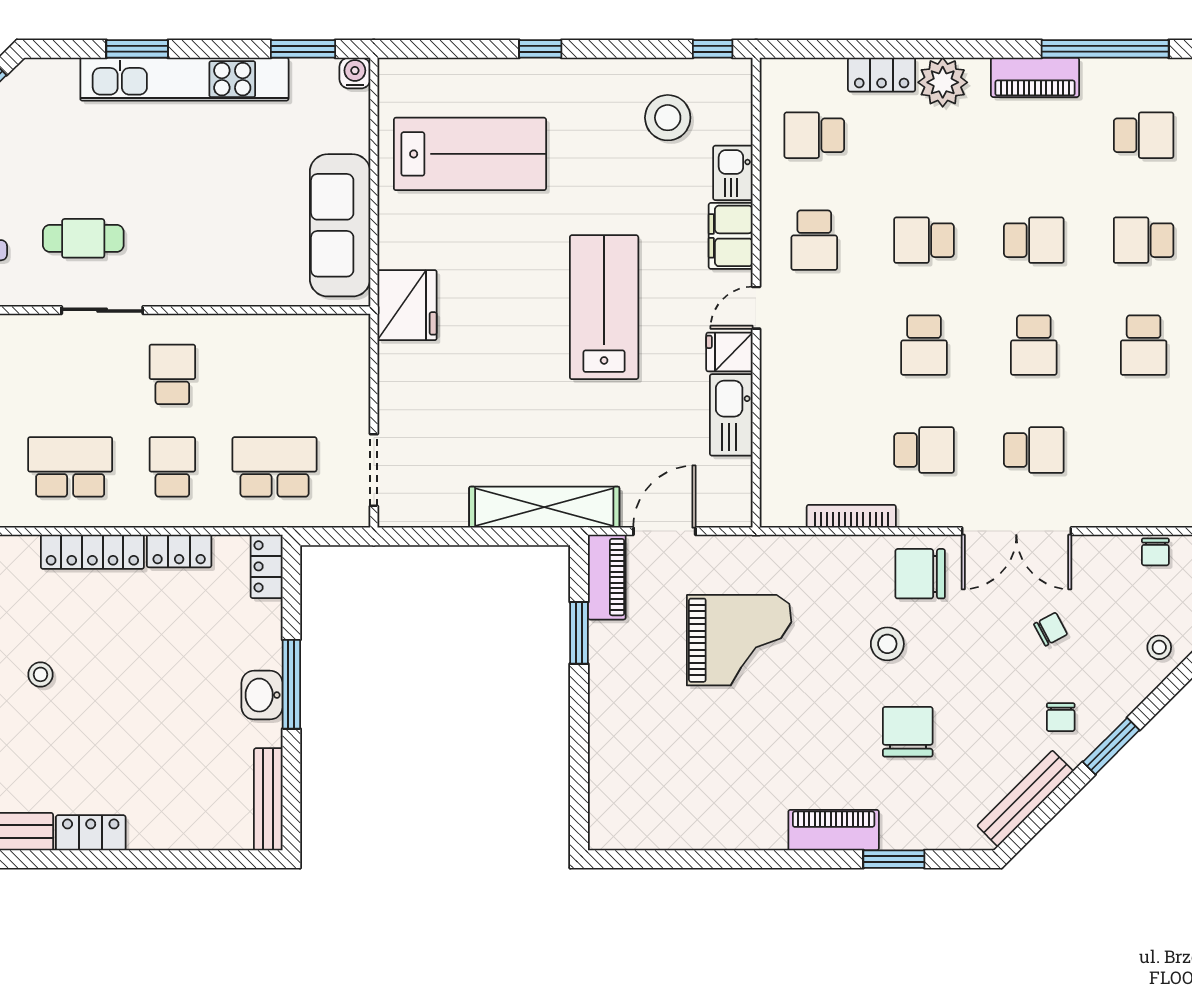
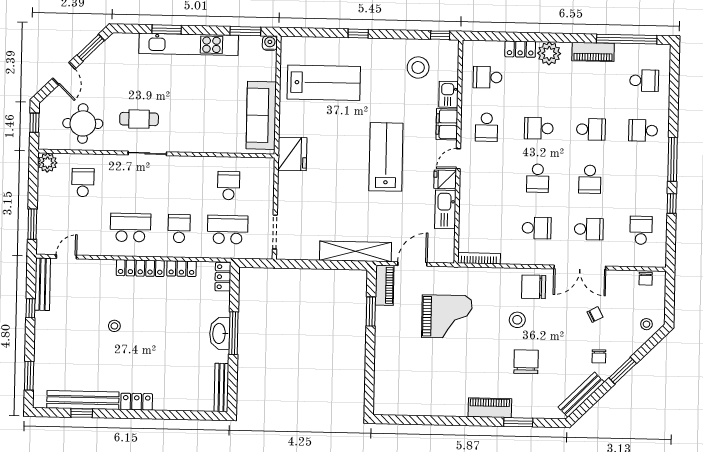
school desk: (1144, 345) -> (641, 230), moved, turned 180
school desk: (172, 374) -> (229, 186), moved
bookcase: (851, 516) -> (479, 258), moved
washbasin: (262, 695) -> (220, 333), width x1.38

